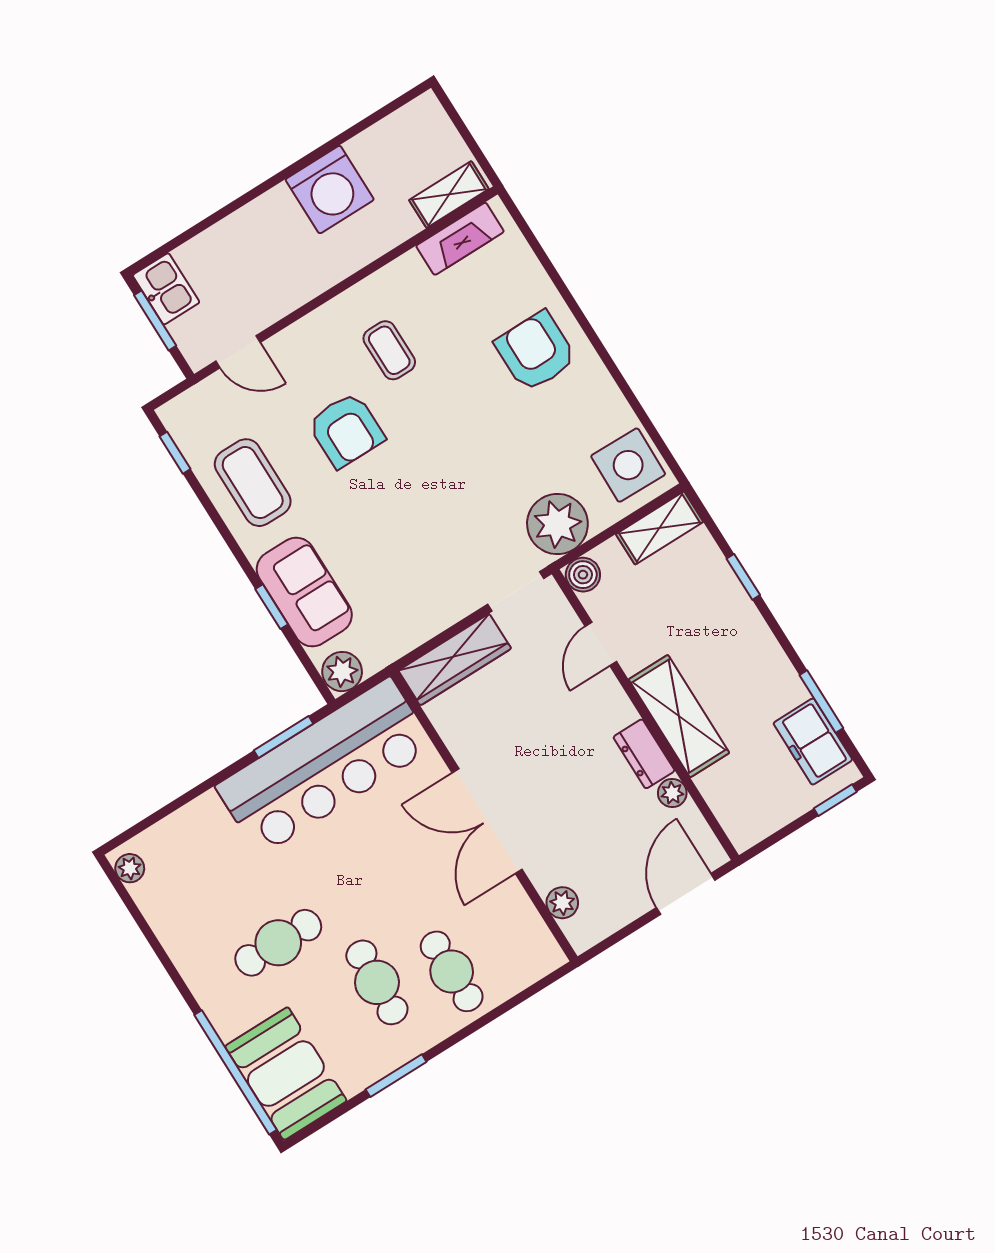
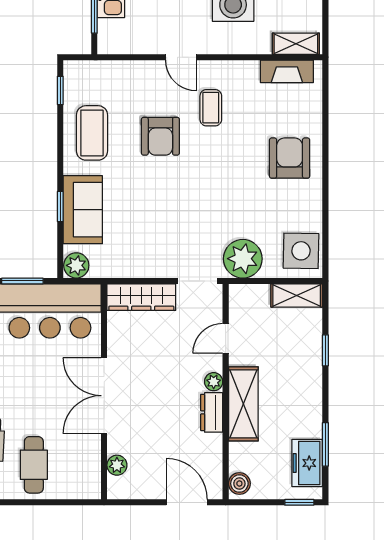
door: (238, 352) -> (181, 57), moved
boiler: (583, 575) -> (239, 484), moved
plant: (672, 793) -> (214, 382), moved
door: (686, 894) -> (187, 502), hinge flipped

